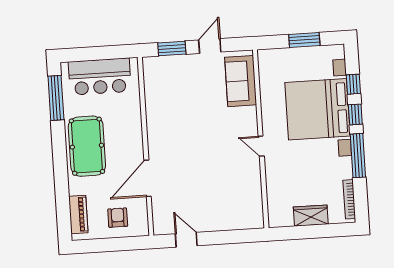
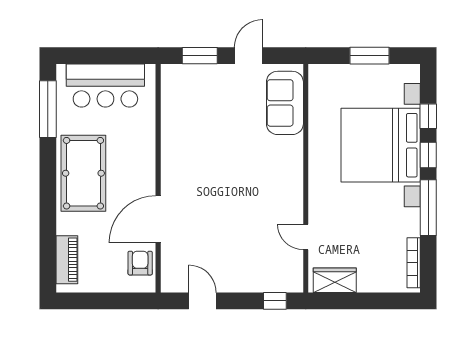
door: (261, 146) -> (306, 237), moved
wardrobe: (311, 216) -> (335, 280), moved
armchair: (118, 218) -> (140, 263), moved
window: (243, 236) -> (275, 301), added

